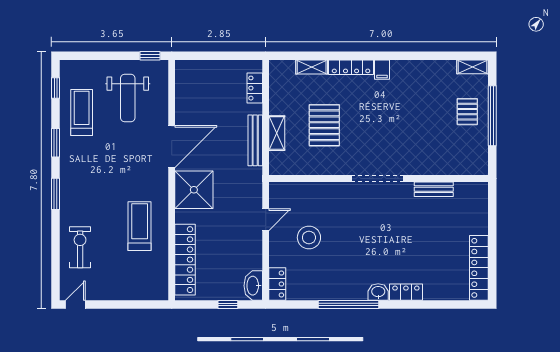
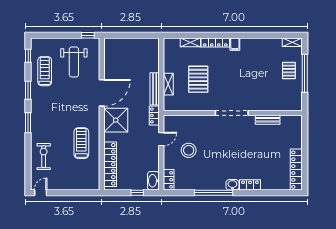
locker: (255, 88) -> (154, 115), moved

